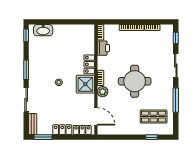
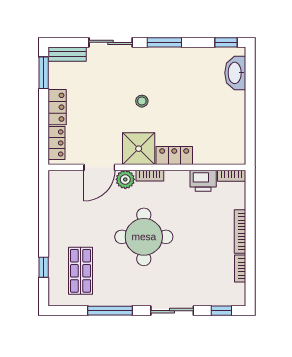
door: (96, 116) -> (99, 167), moved

